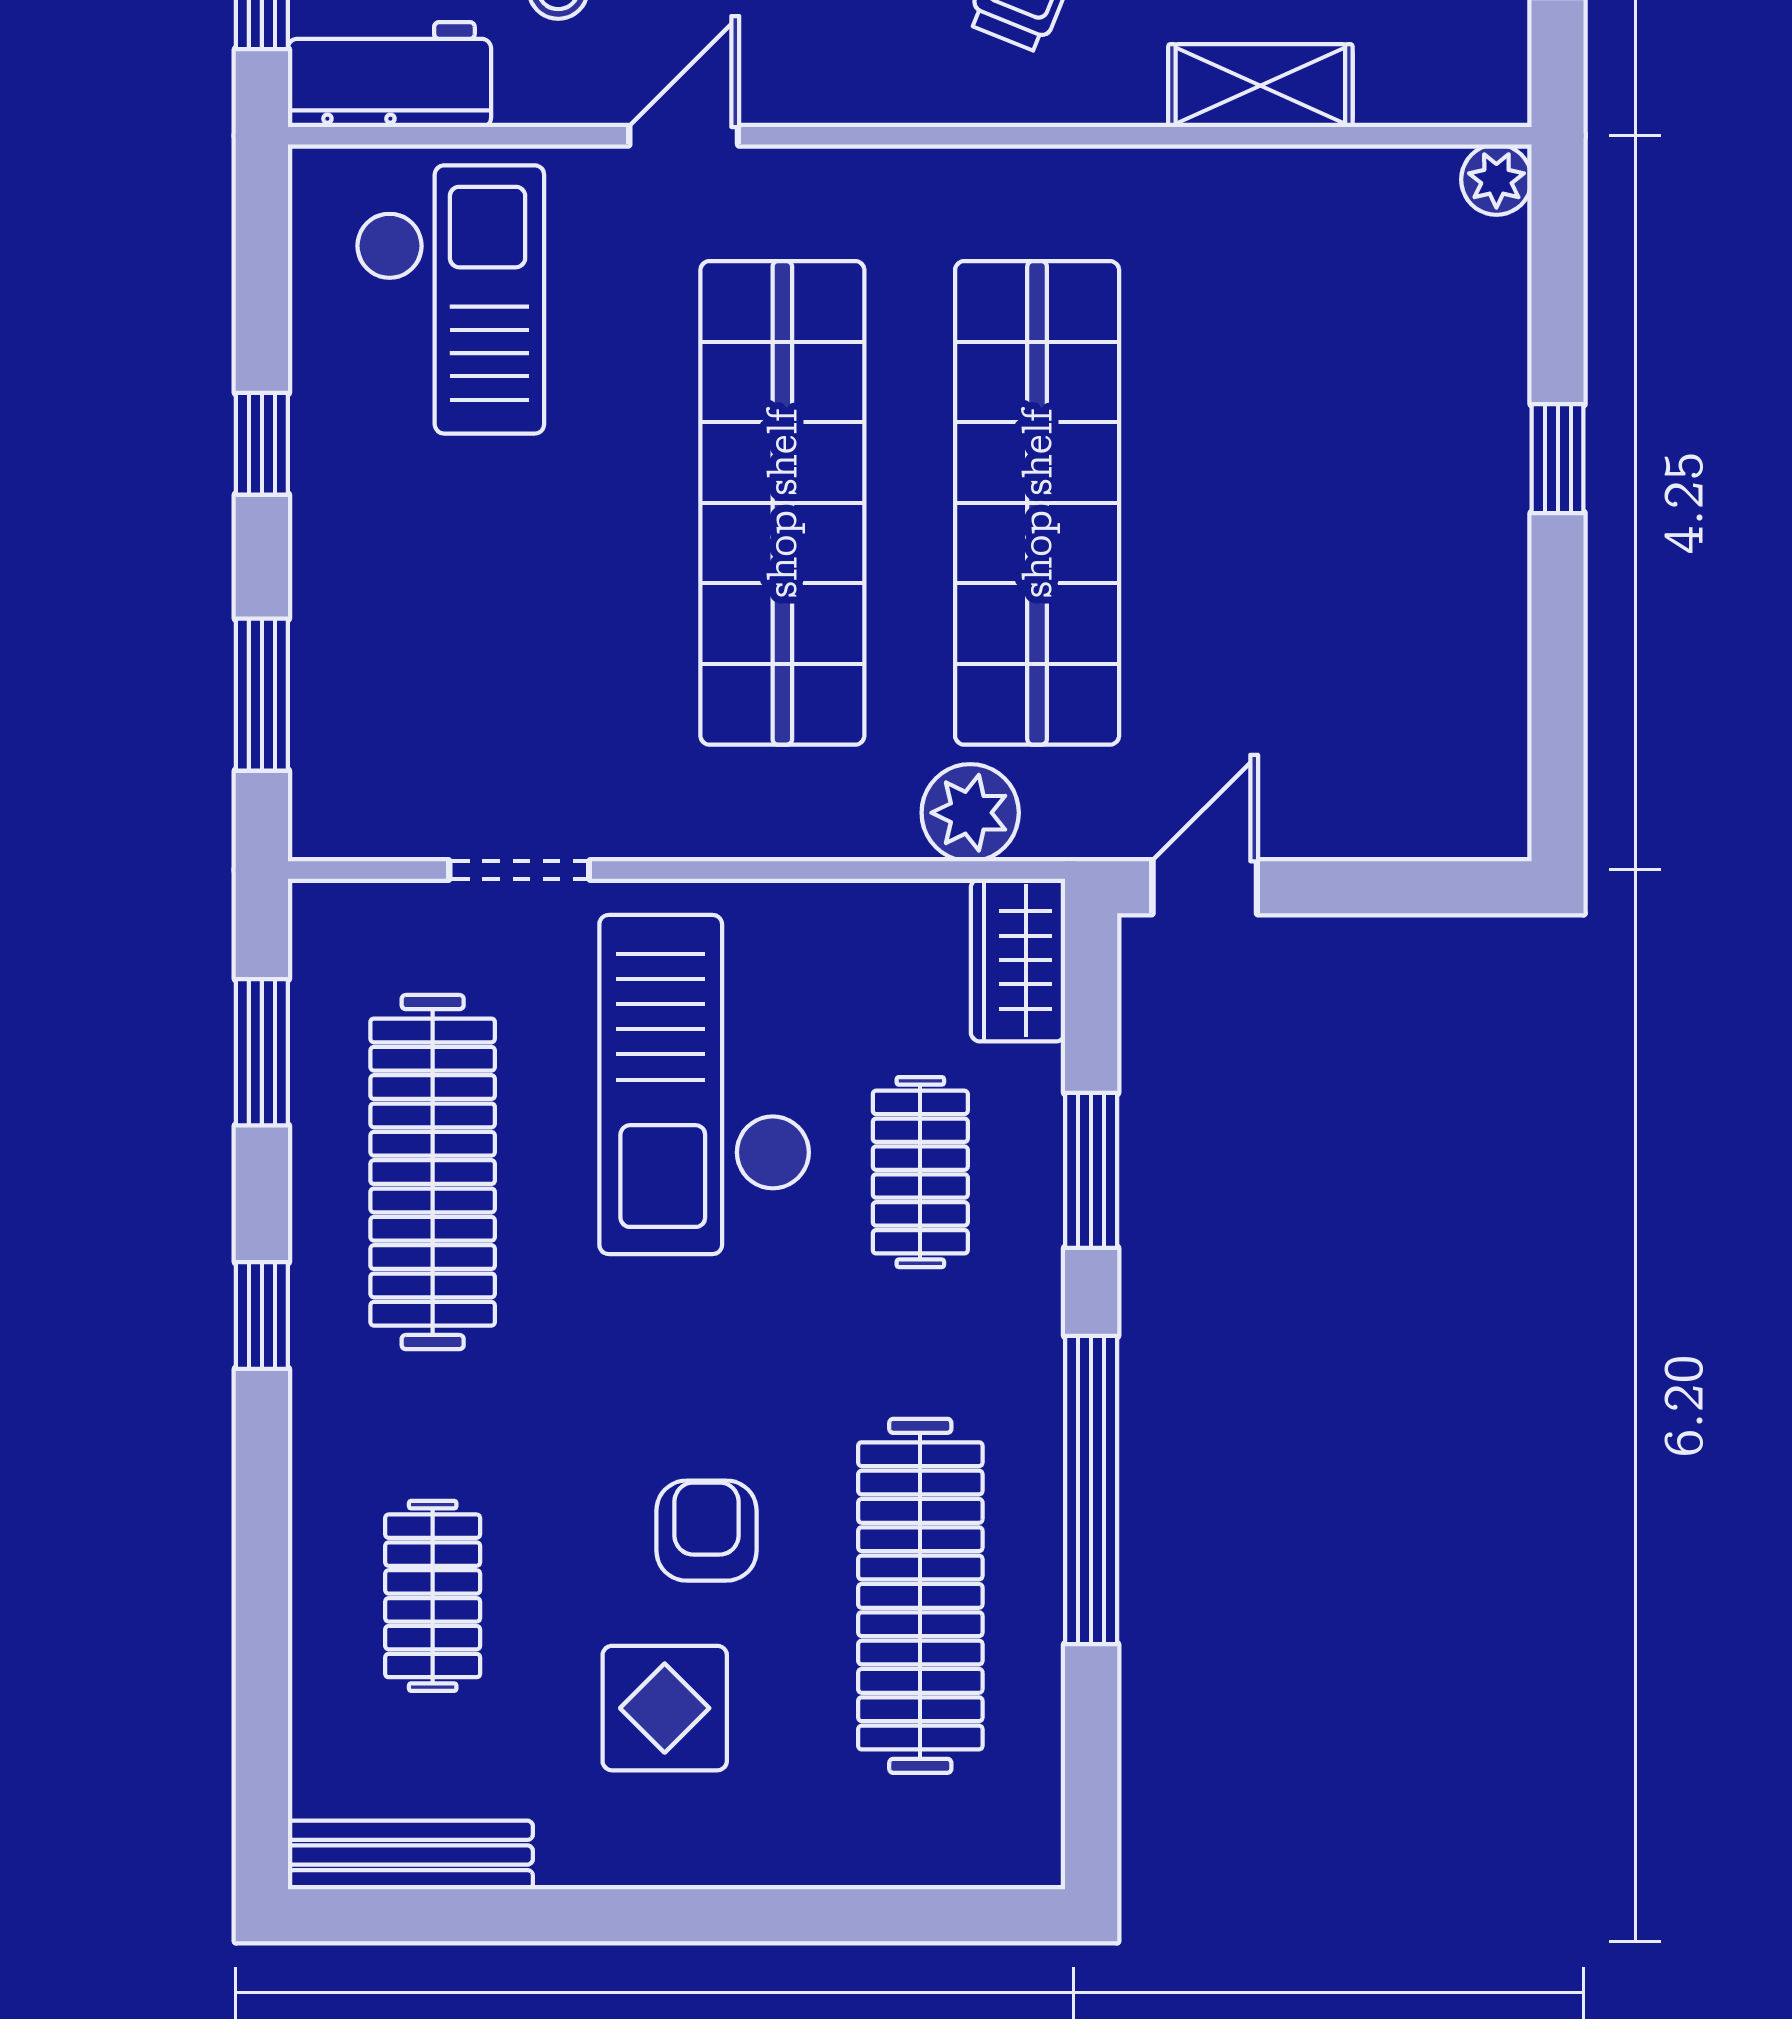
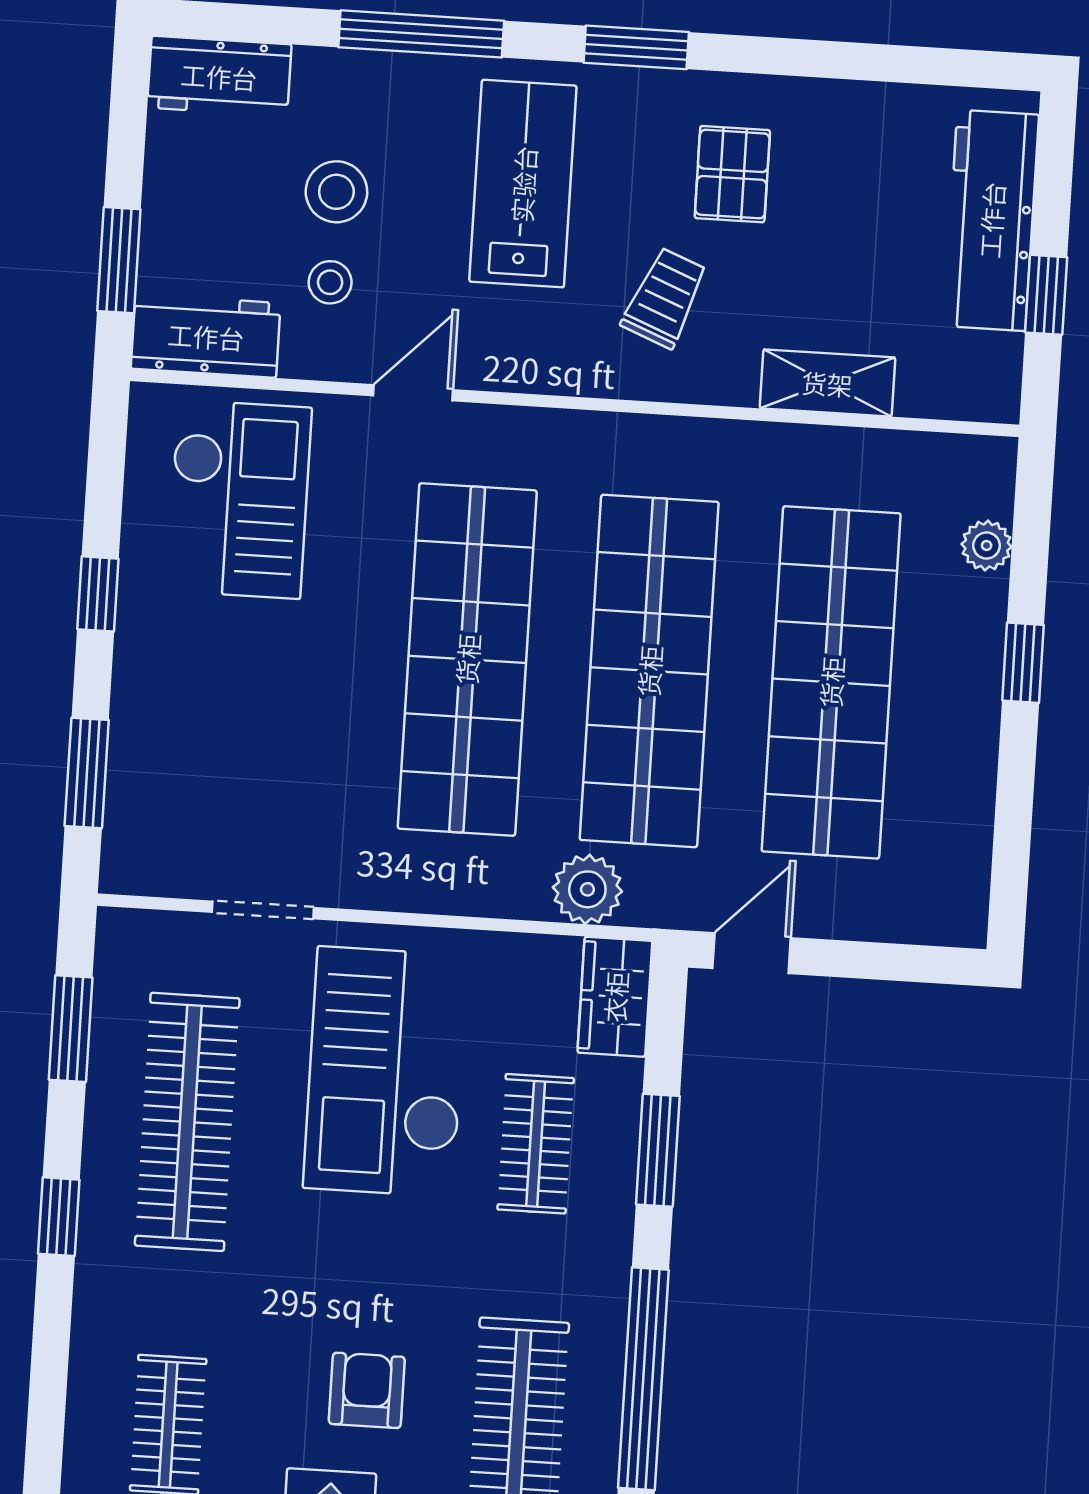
plant: (1496, 180) -> (987, 545), moved
shop shelf: (1292, 503) -> (831, 682), added

